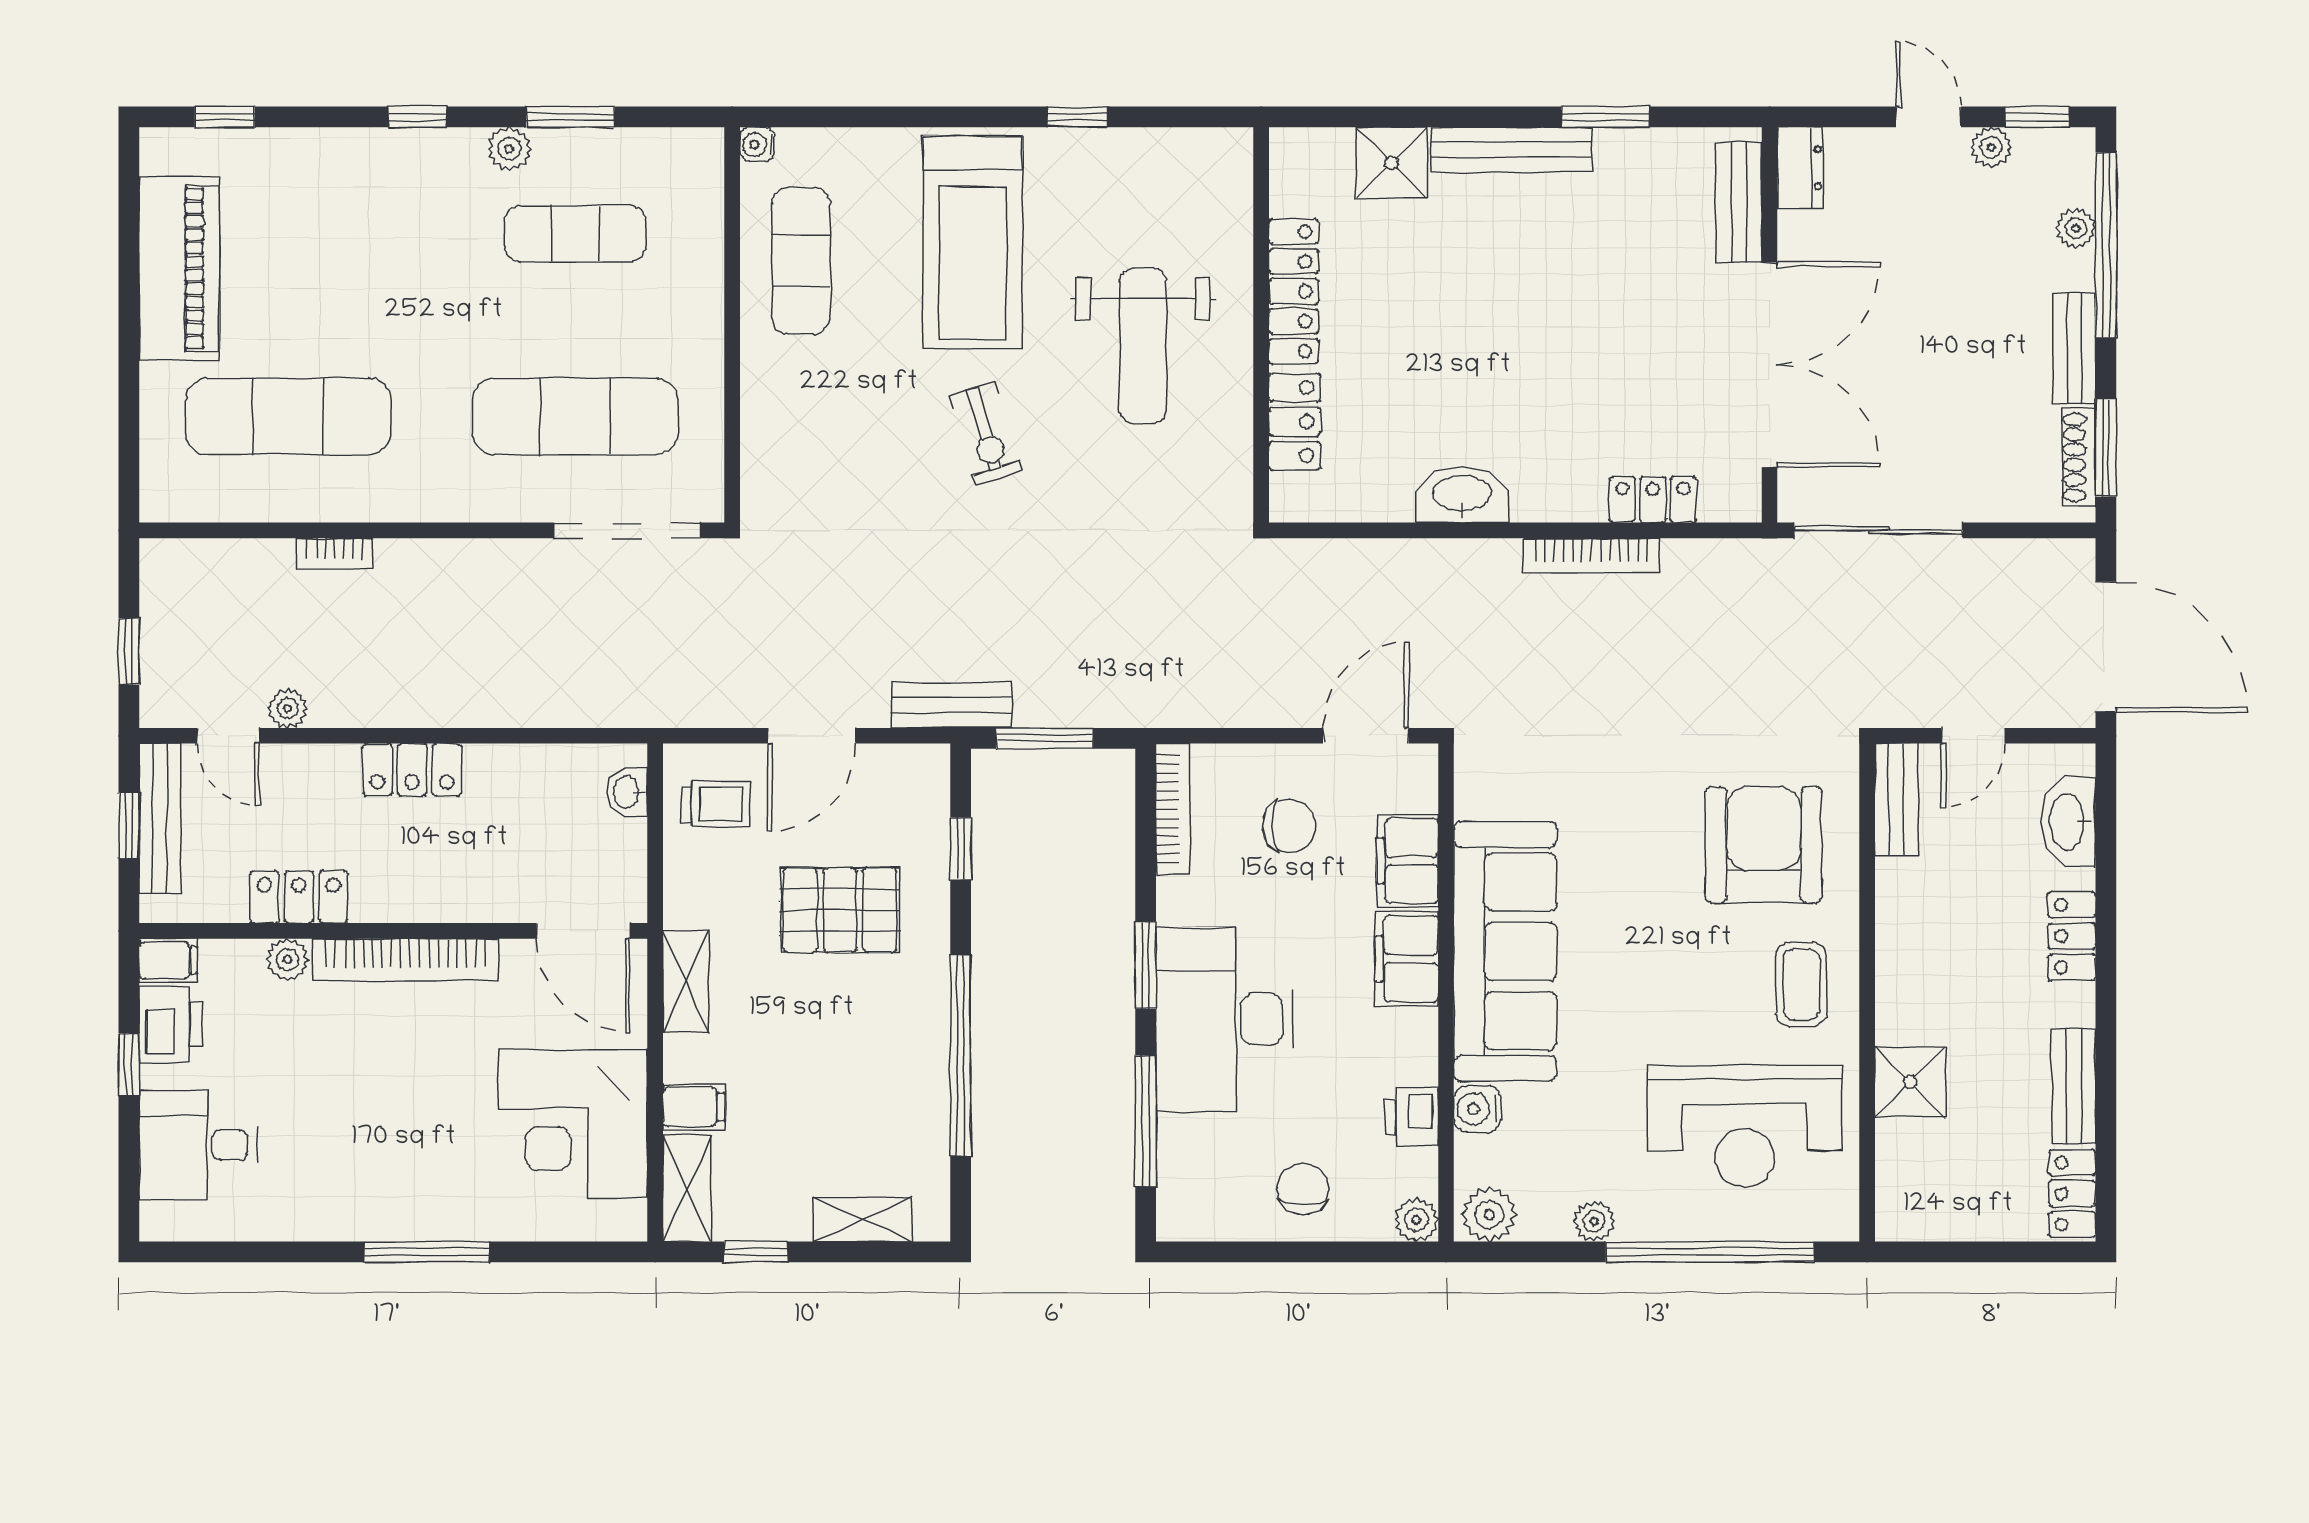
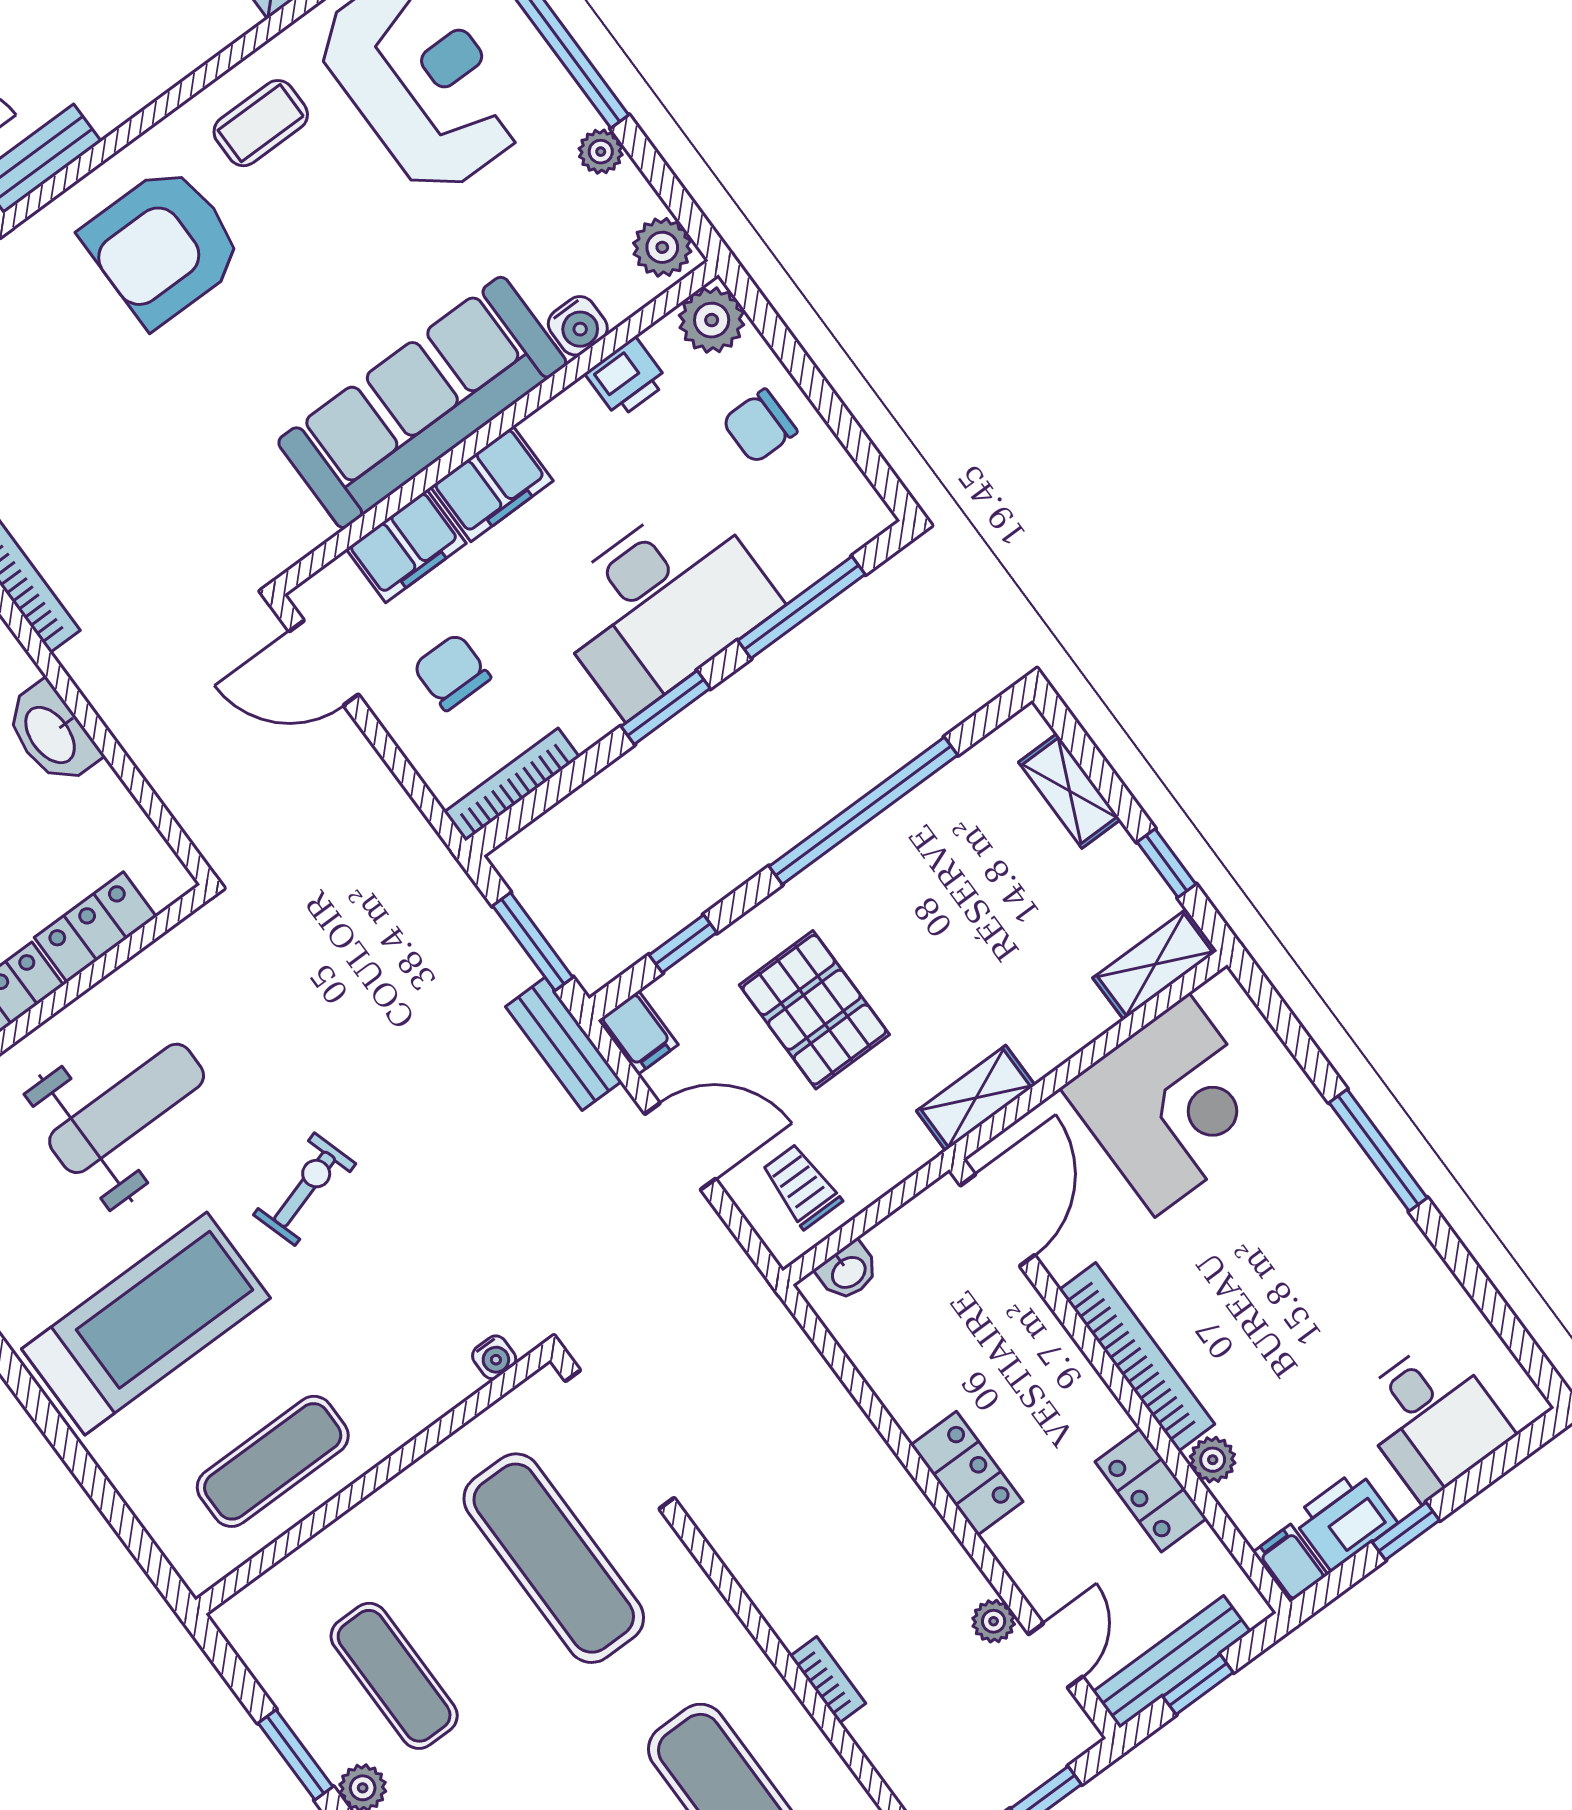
water cooler: (757, 144) -> (494, 1357), moved
filing cabinet: (694, 1107) -> (638, 1033), moved, turned 180
plant: (1416, 1220) -> (712, 320), width x1.38, depth x1.38

